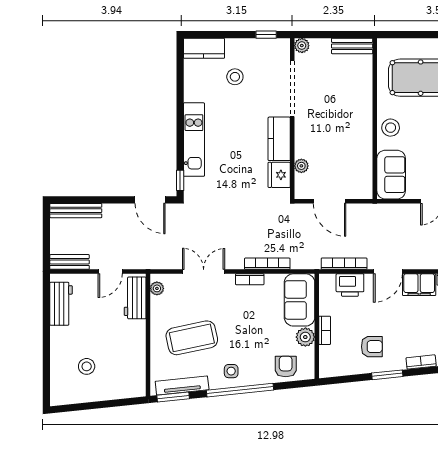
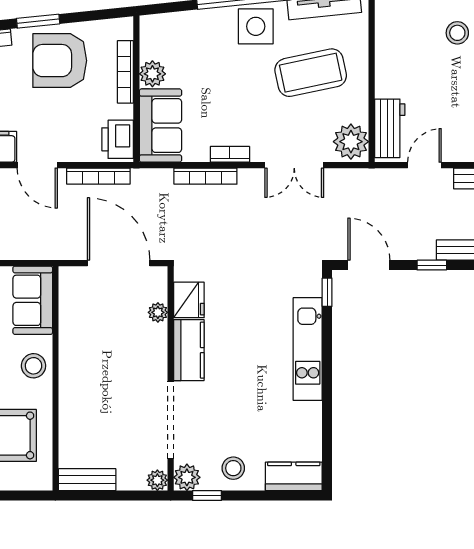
plant: (281, 48) -> (187, 477), added
stool: (235, 77) -> (233, 468), moved
window: (105, 200) -> (432, 265), added
door: (330, 201) -> (119, 263), width x1.36
door: (388, 272) -> (37, 165), swing flipped
printer: (350, 285) -> (118, 139), moved, turned -90
plant: (157, 288) -> (351, 142), width x1.88, depth x1.88
bookcase: (325, 330) -> (125, 72), width x1.56
armchair: (372, 347) -> (60, 61), width x1.88, depth x1.88
armchair: (286, 366) -> (180, 33), removed
side table: (231, 371) -> (256, 26), width x1.87, depth x1.87

